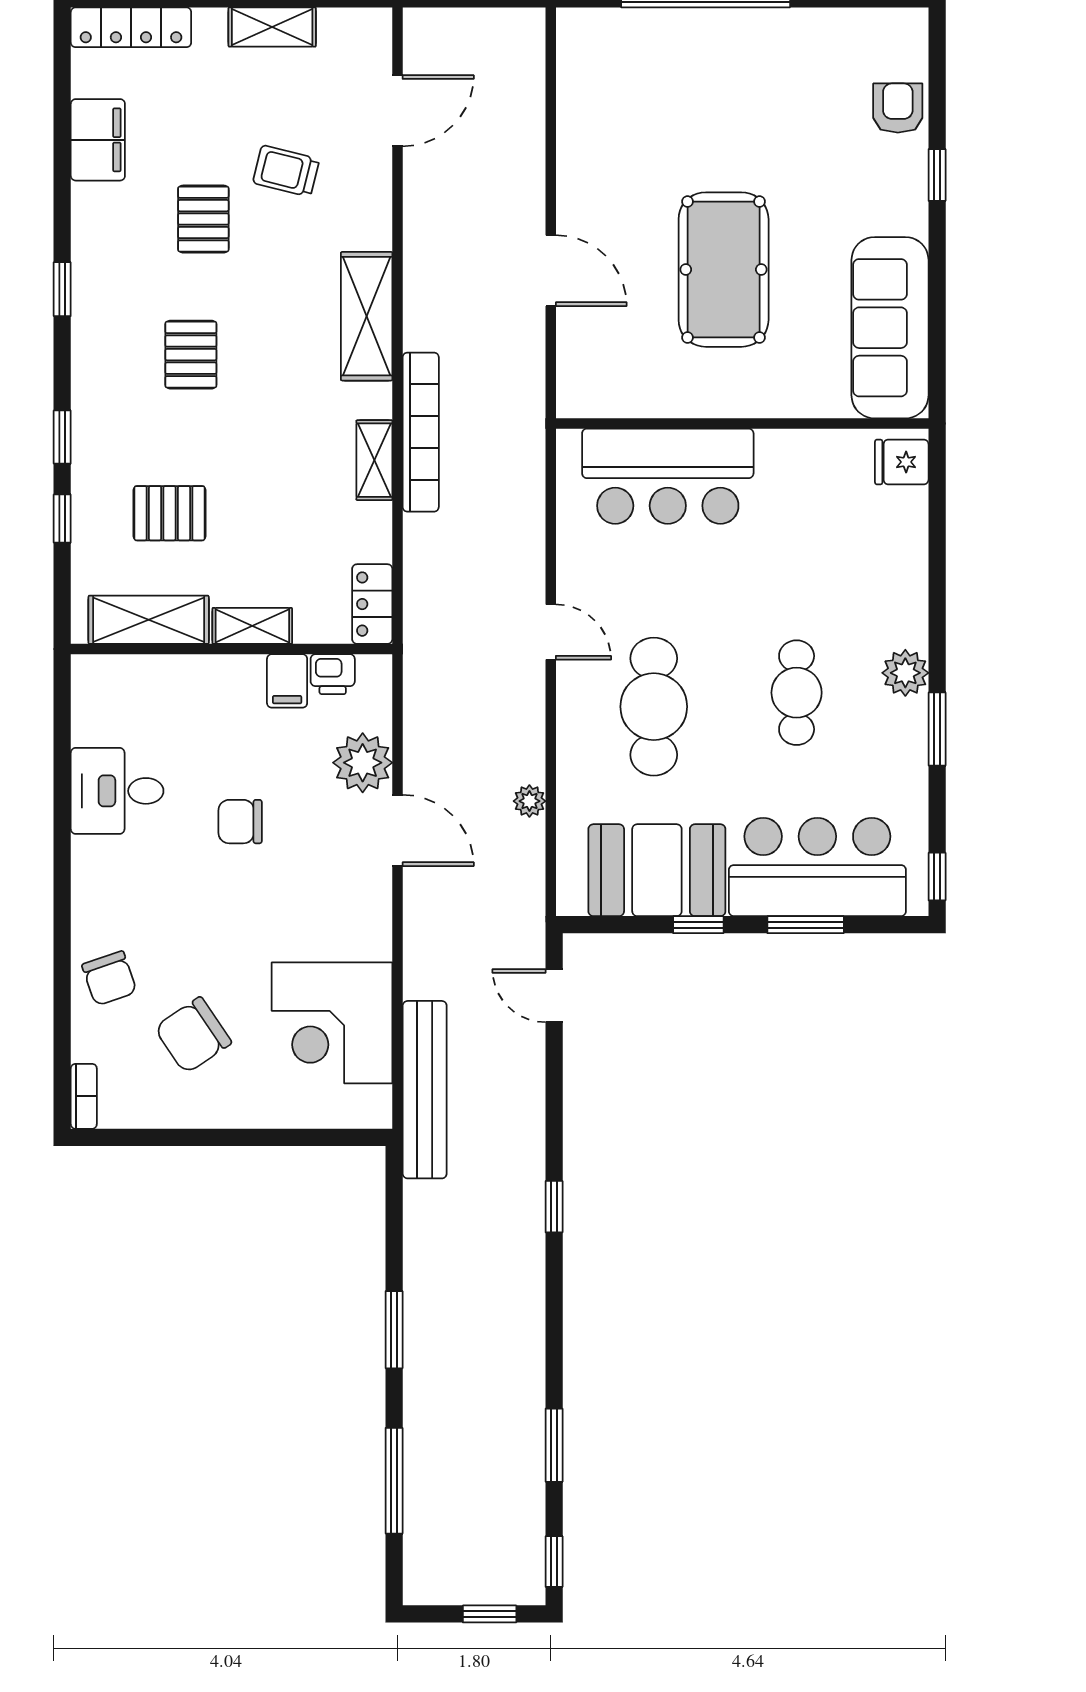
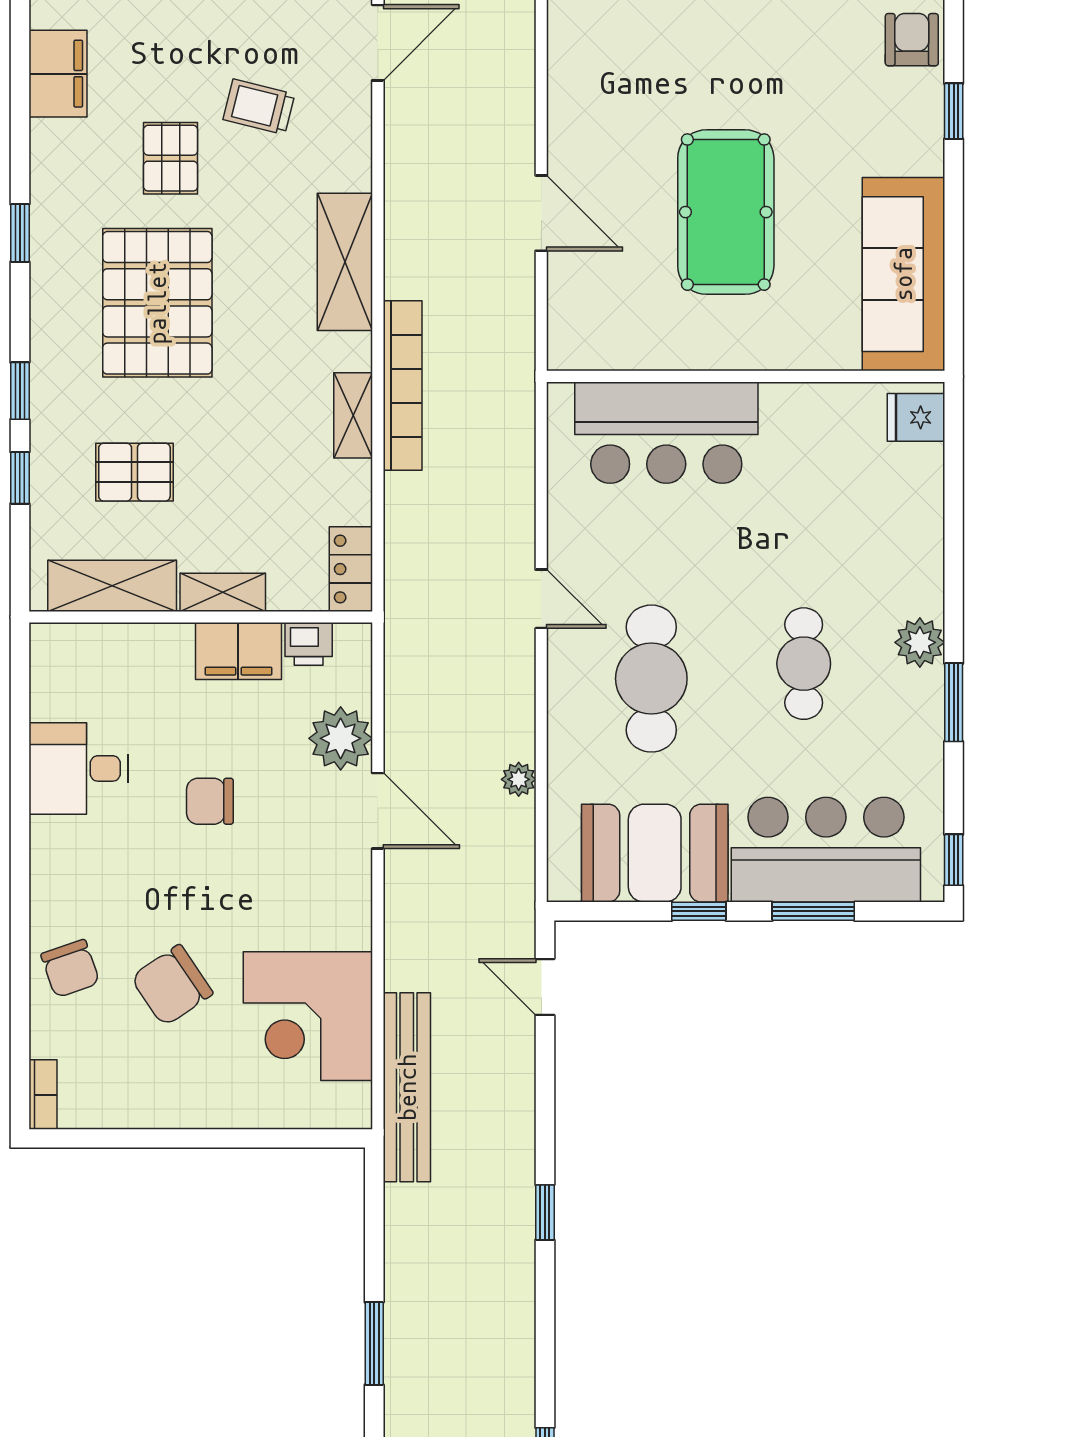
pallet: (191, 355) -> (157, 303), width x2.05, depth x2.00
filing cabinet: (287, 681) -> (238, 651), width x2.00
chair: (193, 1035) -> (172, 985), moved

